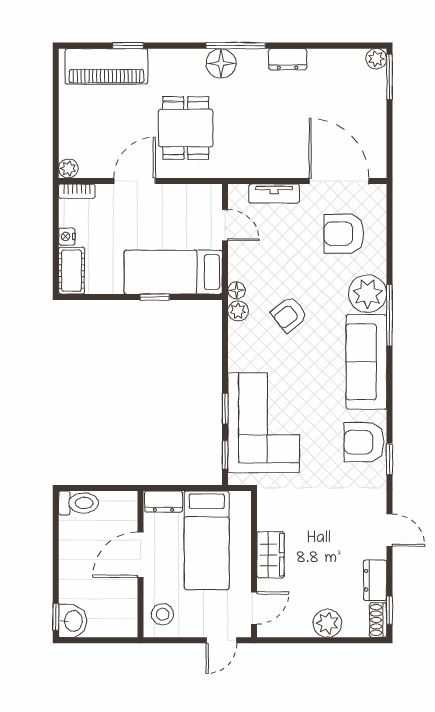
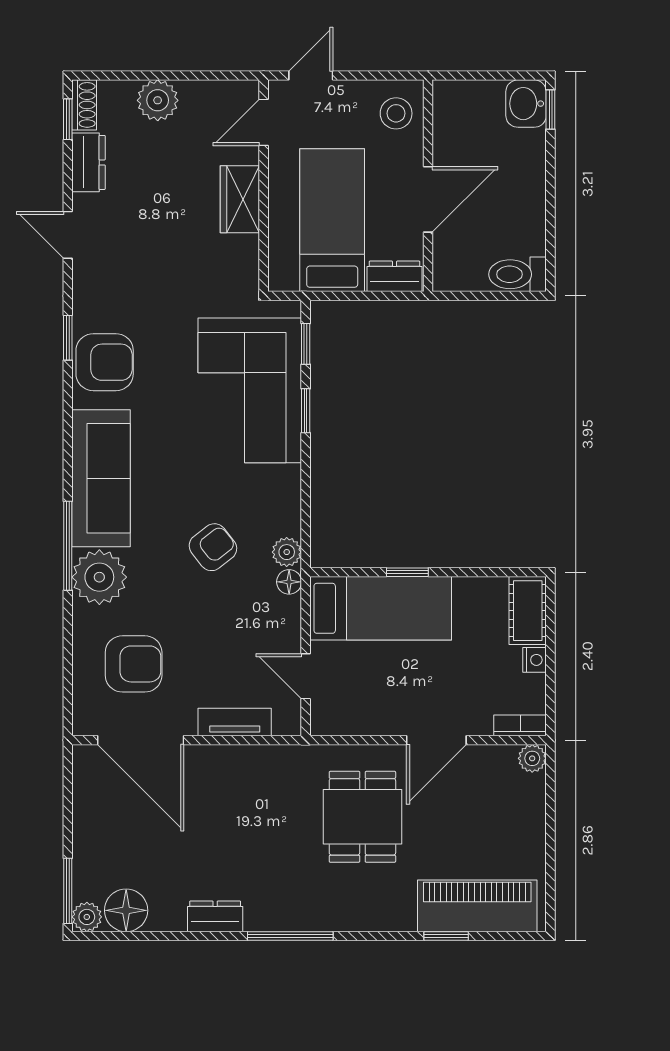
floor lamp: (221, 63) -> (126, 910), moved

